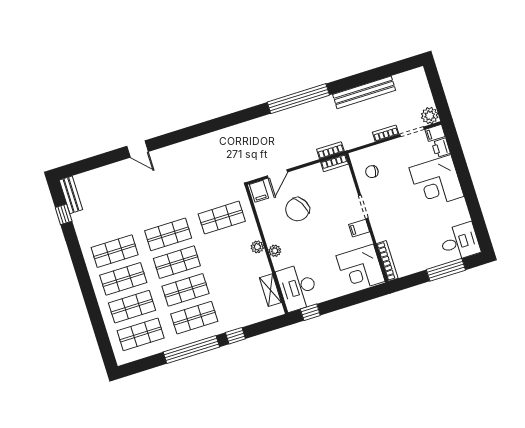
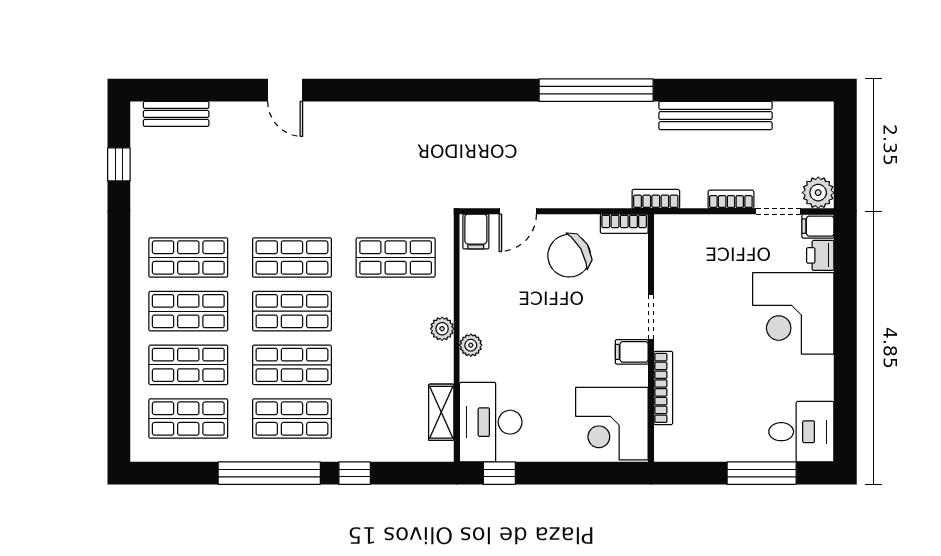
bookcase: (330, 150) -> (656, 199), moved
chair: (372, 172) -> (685, 259), removed
bench: (71, 195) -> (176, 114), moved, turned 90
chair: (297, 209) -> (569, 256), moved
bookcase: (387, 261) -> (663, 388), moved

